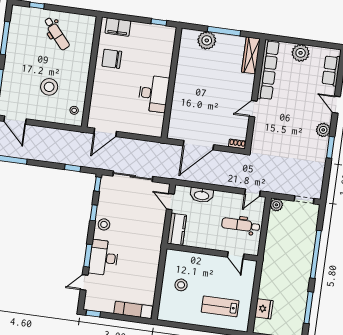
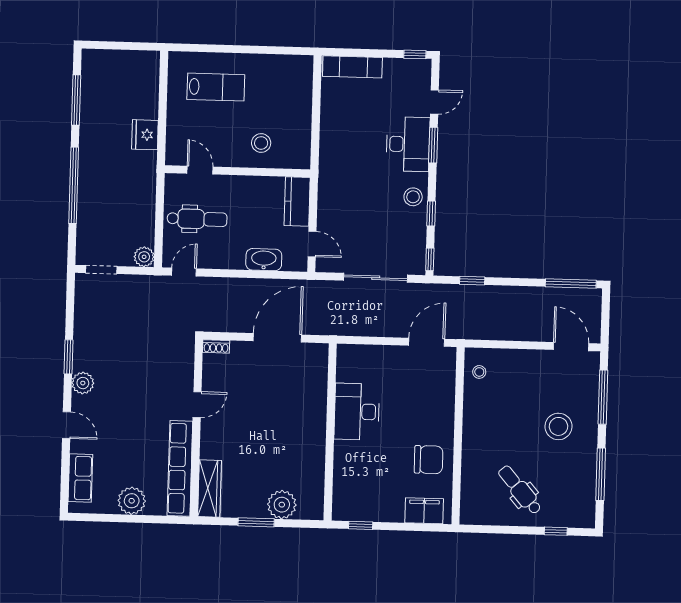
window: (224, 31) -> (256, 522), width x0.69
stool: (49, 87) -> (558, 426), moved
stool: (181, 285) -> (261, 143), moved
fridge: (264, 309) -> (145, 135), moved

